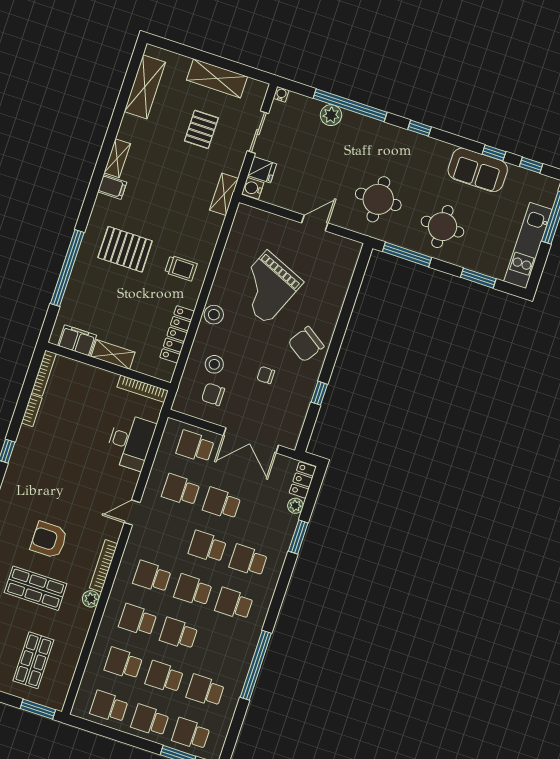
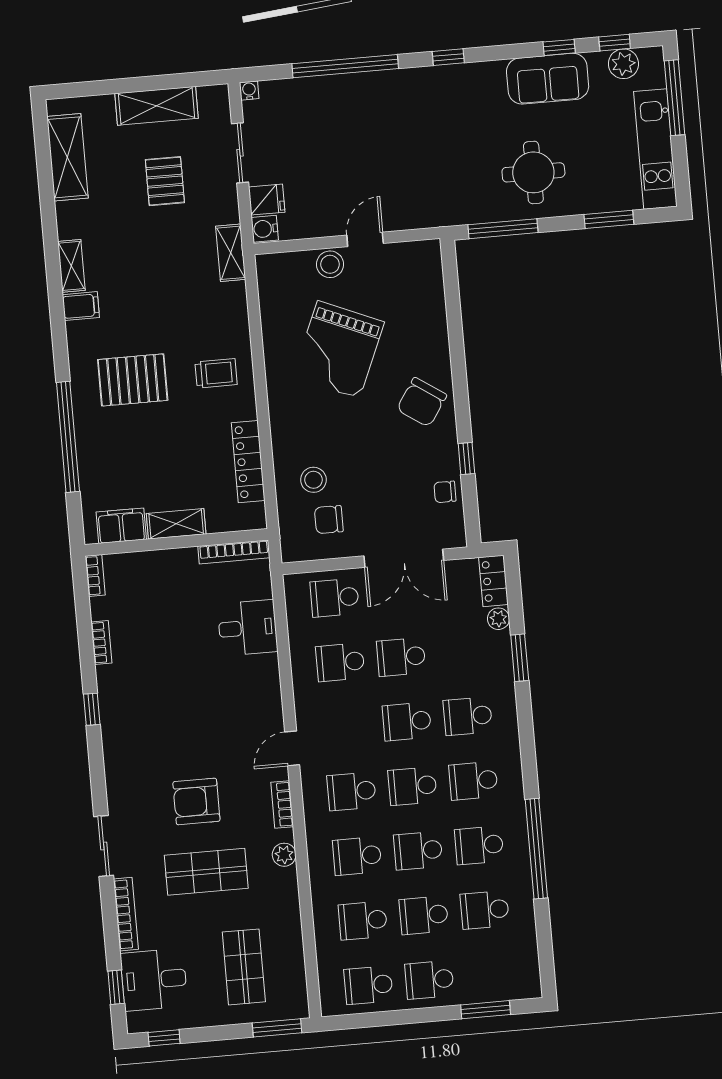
plant: (331, 115) -> (623, 64), moved
round table: (378, 199) -> (435, 173), removed
stool: (214, 315) -> (330, 264), moved
bookcase: (44, 373) -> (95, 576), width x0.64
chair: (266, 375) -> (445, 492), moved
desk: (130, 442) -> (248, 628), width x0.73
door: (132, 513) -> (292, 748), moved
bookcase: (104, 566) -> (282, 804), width x0.64
school desk: (191, 734) -> (479, 845), moved

